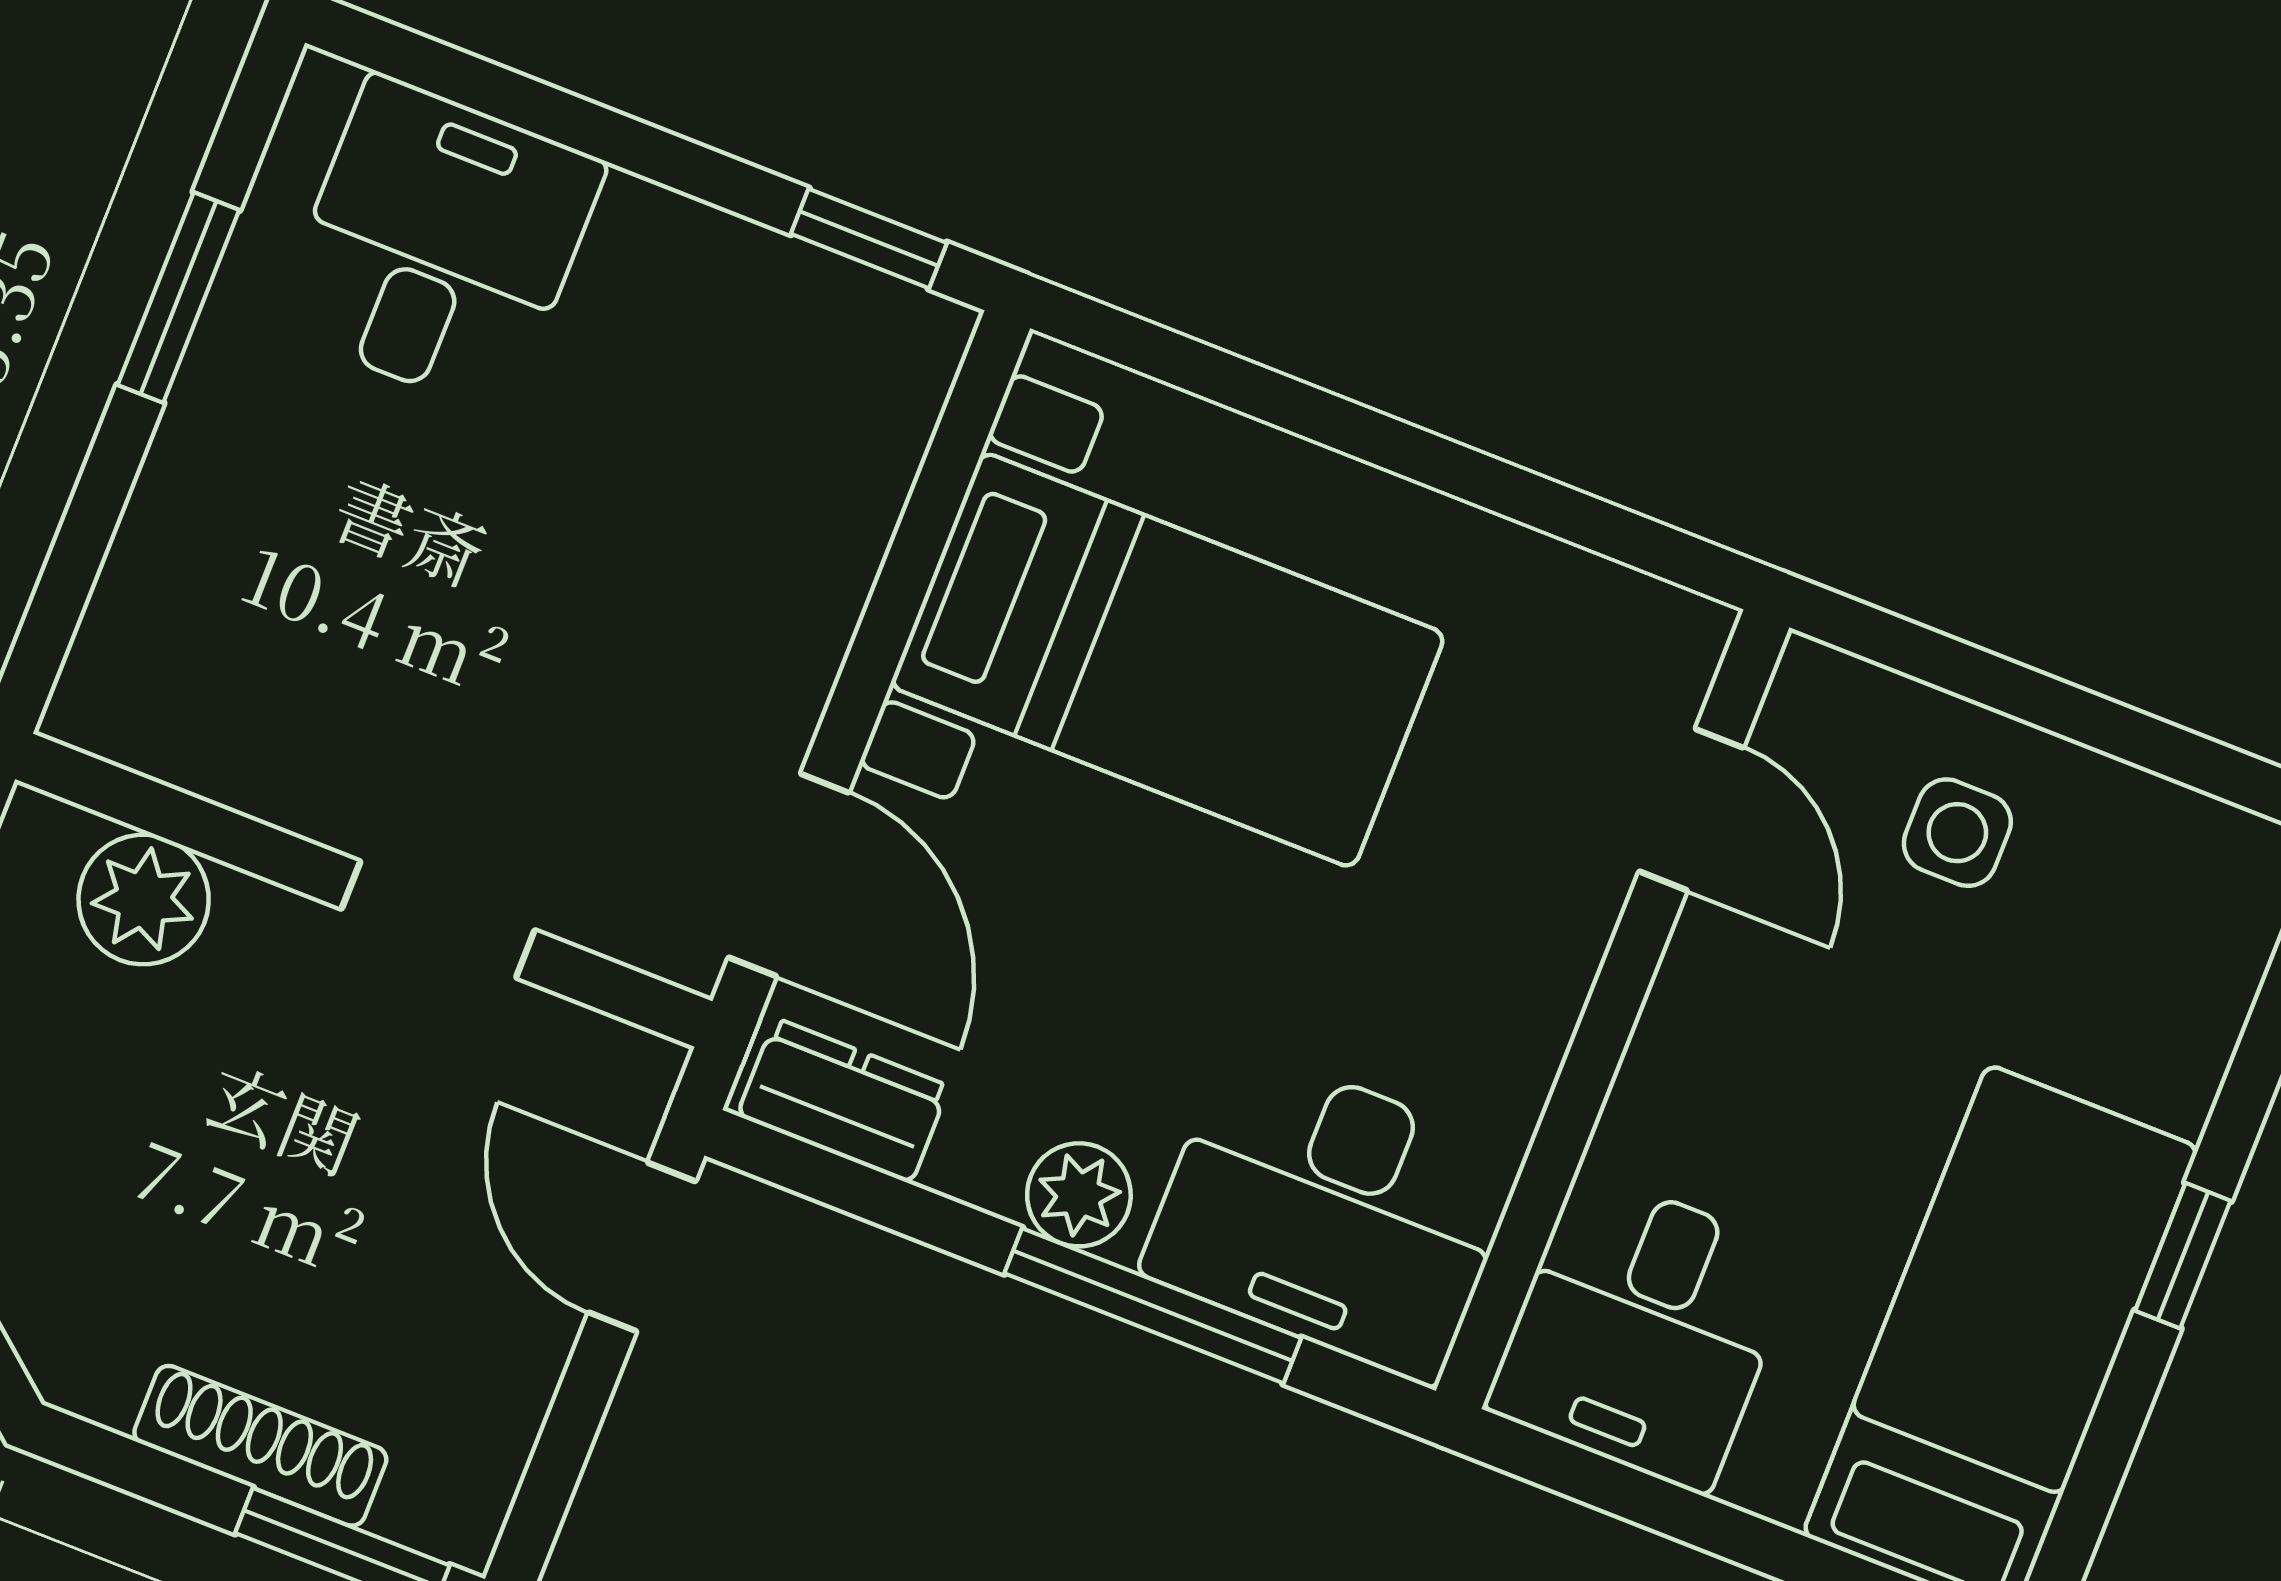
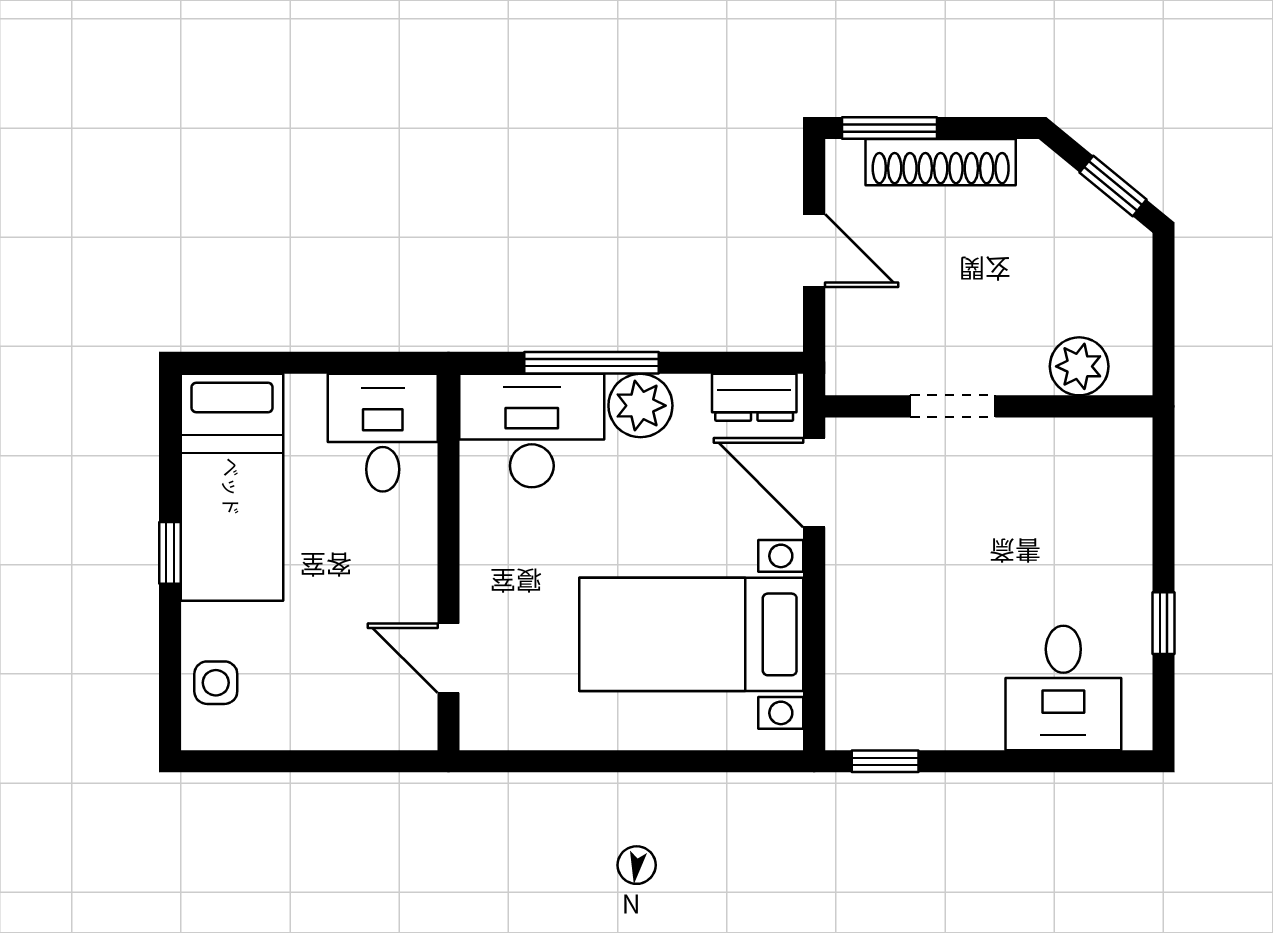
window: (178, 297) -> (1163, 623), width x0.67
side table: (1957, 833) -> (216, 683), moved
plant: (1079, 1195) -> (640, 406), width x1.38, depth x1.38
door: (642, 1247) -> (814, 251), moved
shoe rack: (260, 1446) -> (941, 162), width x1.36, depth x1.24

